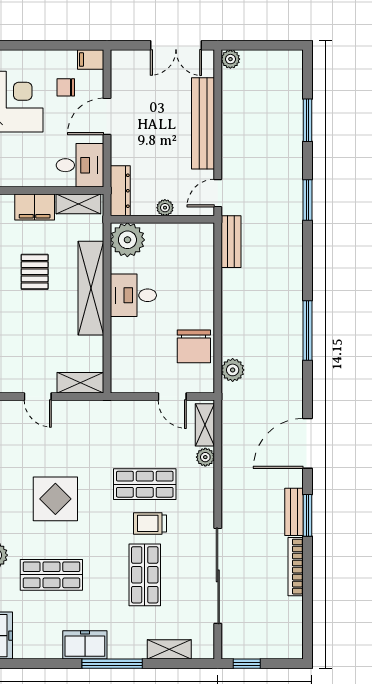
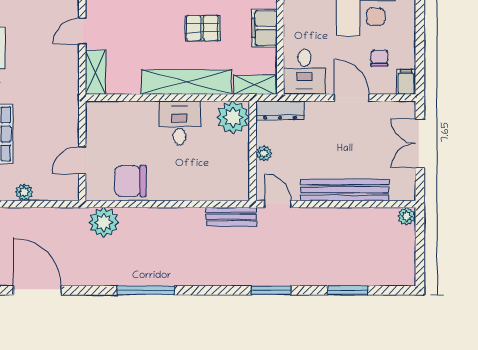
double door: (176, 45) -> (420, 143), moved
shelving: (78, 204) -> (255, 85), moved, turned 90
plant: (233, 370) -> (104, 222), width x1.36, depth x1.36
shelving: (205, 425) -> (55, 192), removed

